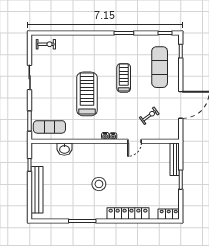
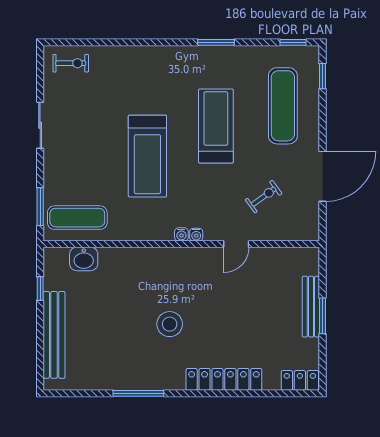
treadmill: (124, 78) -> (216, 126), width x1.37, depth x1.38
treadmill: (87, 94) -> (147, 156), turned 180
washbasin: (64, 149) -> (84, 259), moved
bench: (175, 159) -> (311, 307), moved

